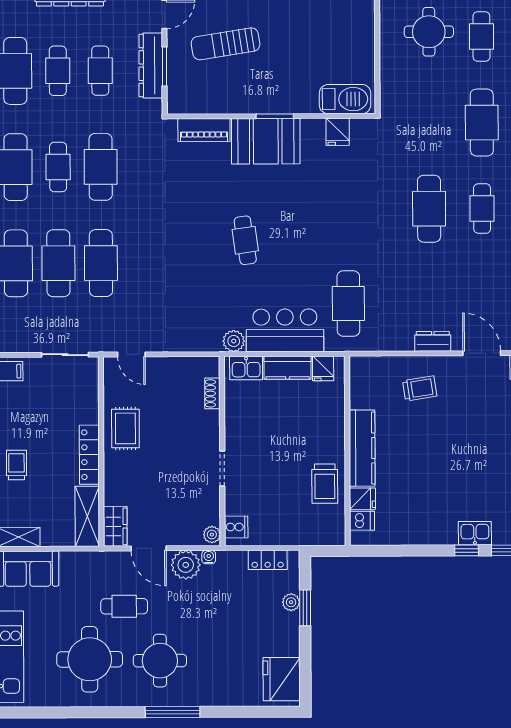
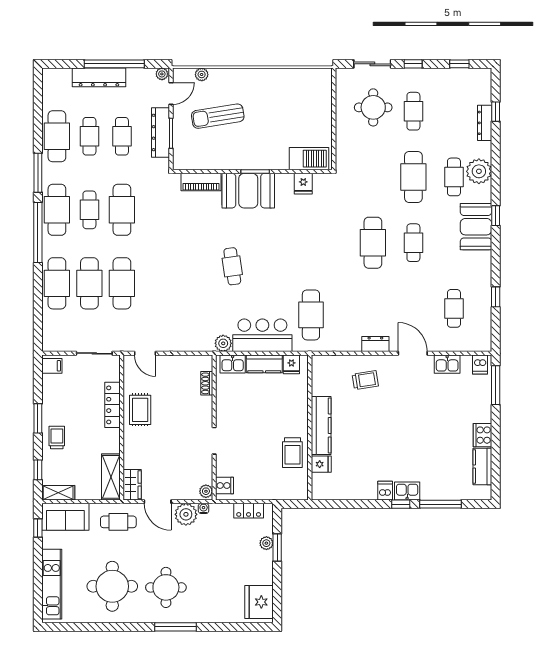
locker: (89, 455) -> (113, 405), moved
dishwasher: (362, 521) -> (385, 491), moved, turned -90
cafe table: (124, 606) -> (118, 522), moved

